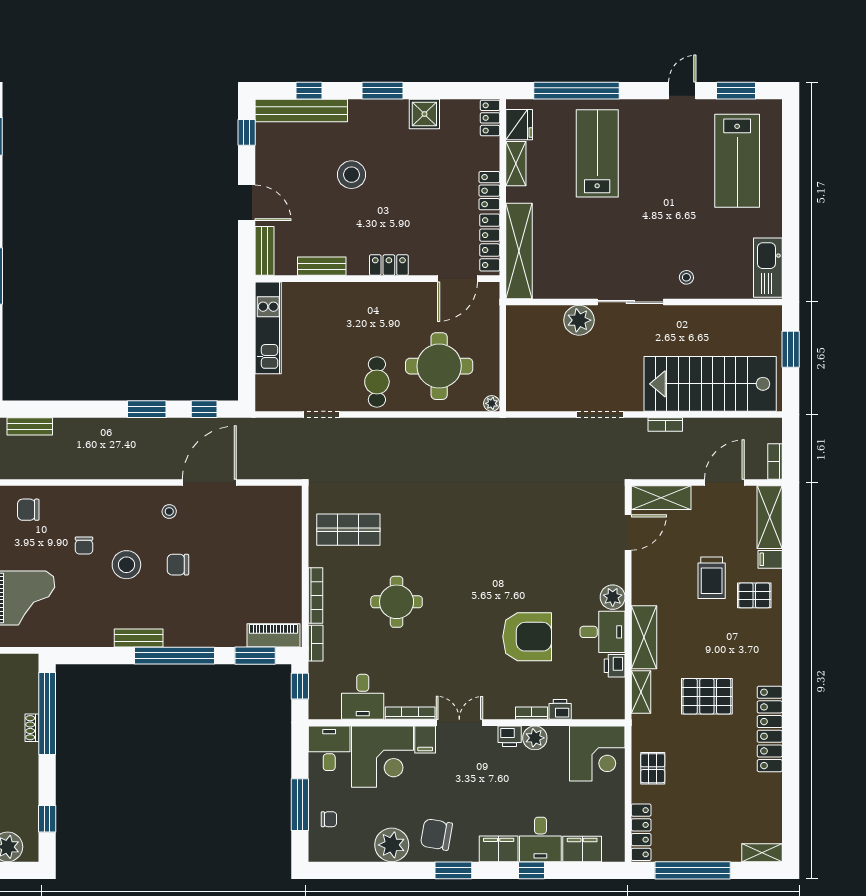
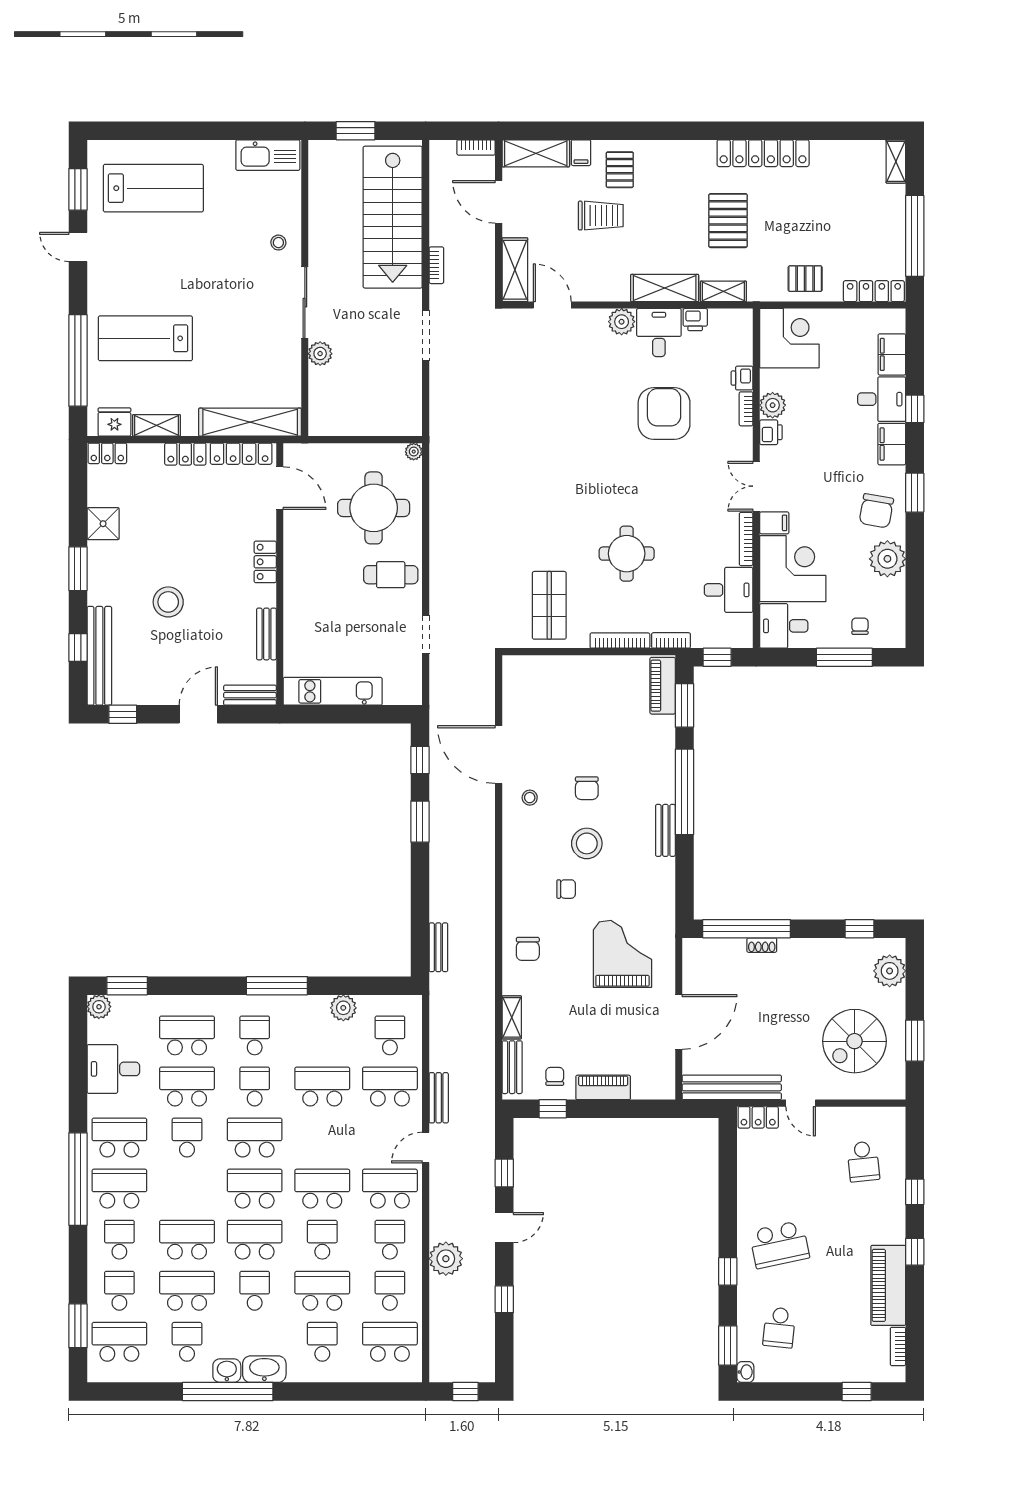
plant: (579, 320) -> (320, 354), width x0.73, depth x0.73

